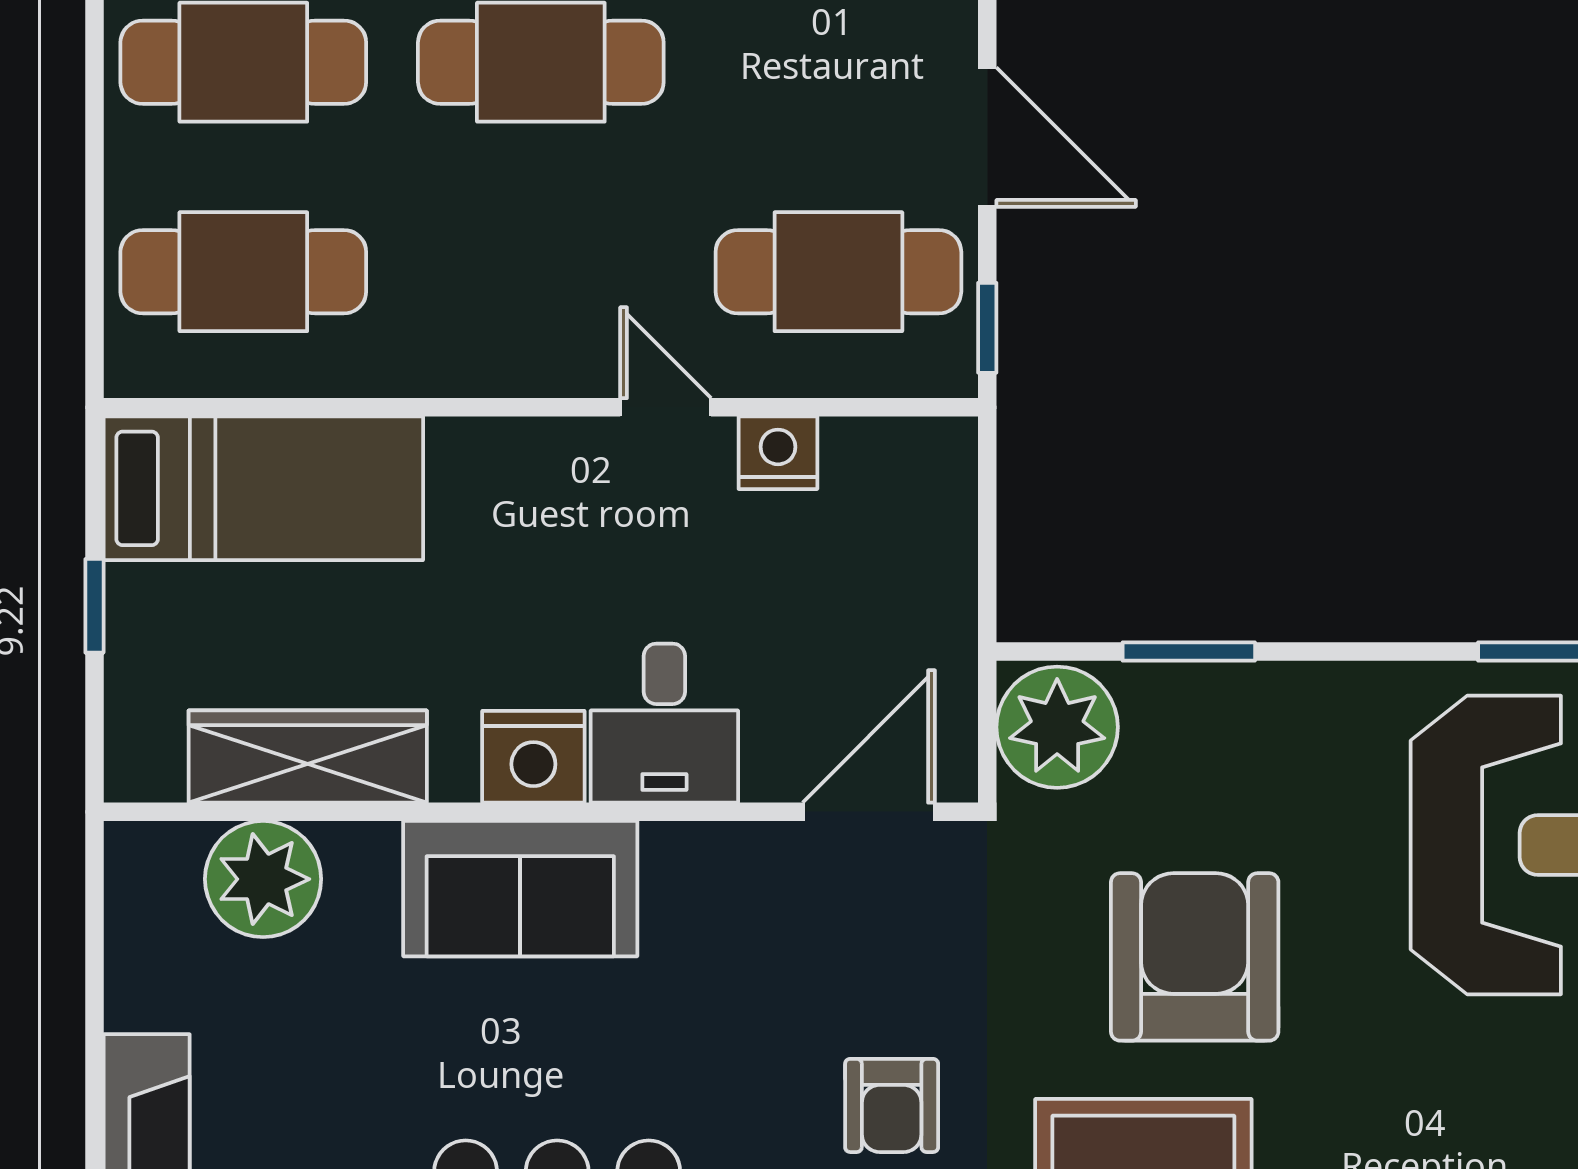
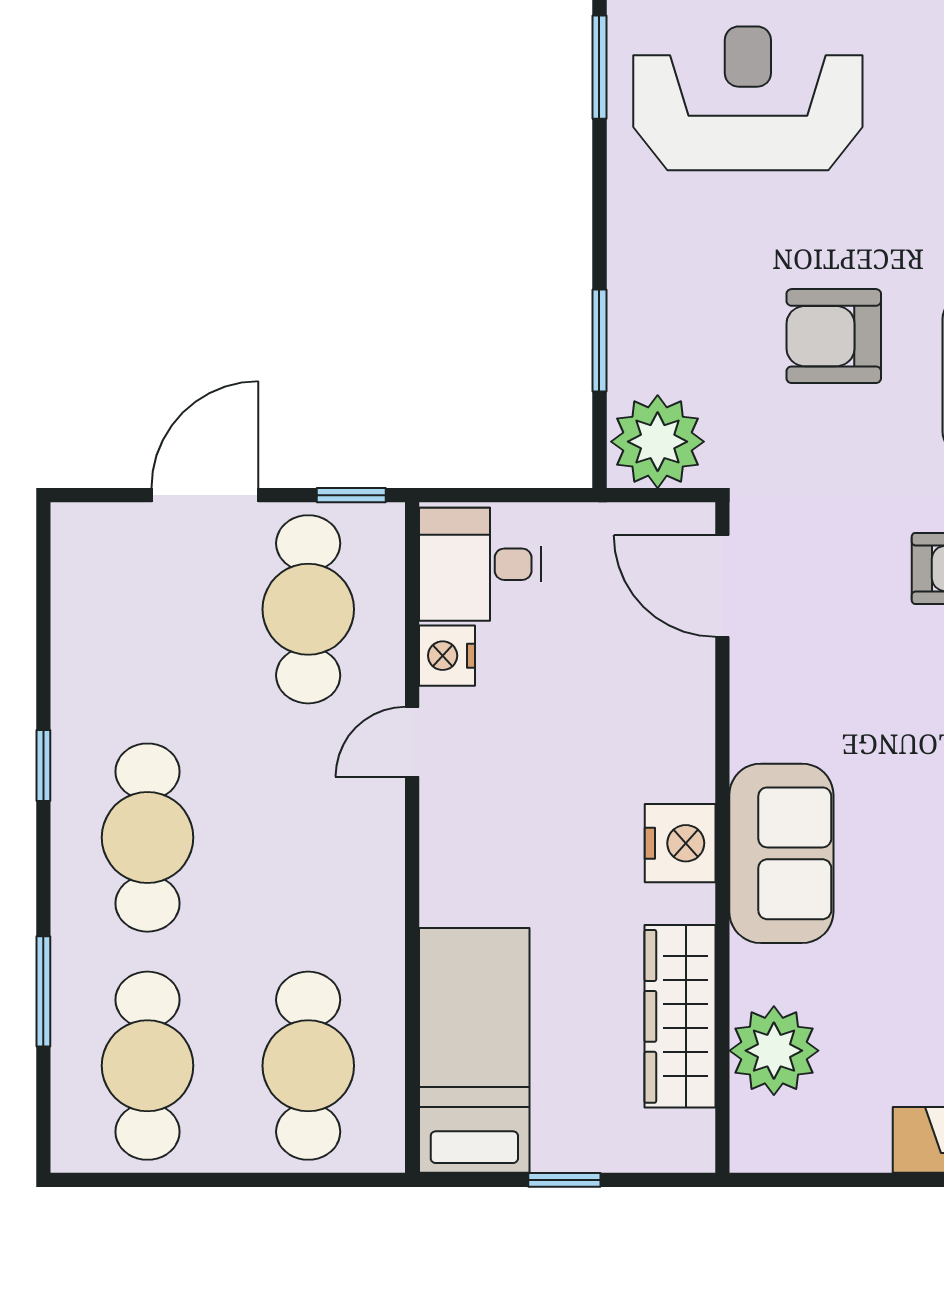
desk: (664, 723) -> (480, 564), moved, turned 180
armchair: (1195, 957) -> (834, 336), width x0.73, depth x0.73

